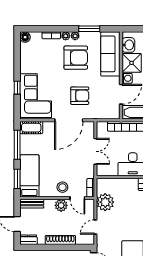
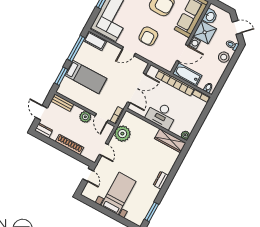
armchair: (80, 96) -> (148, 36), turned 90
door: (69, 120) -> (129, 51), width x0.53
double door: (95, 151) -> (137, 88), width x1.37
bed: (29, 176) -> (86, 77), moved, turned 90
stool: (62, 187) -> (94, 103), removed
door: (95, 227) -> (104, 149), swing flipped

